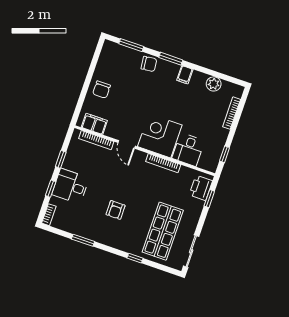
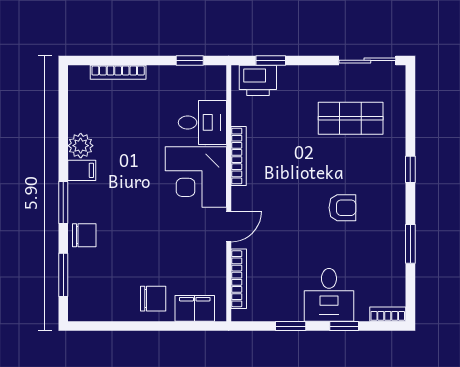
chair: (149, 64) -> (84, 235), turned 96
plant: (214, 84) -> (81, 146), moved
filing cabinet: (94, 124) -> (195, 308), moved, turned 90
shop shelf: (163, 231) -> (351, 118), width x0.70, depth x0.74
window: (135, 258) -> (410, 169), moved

